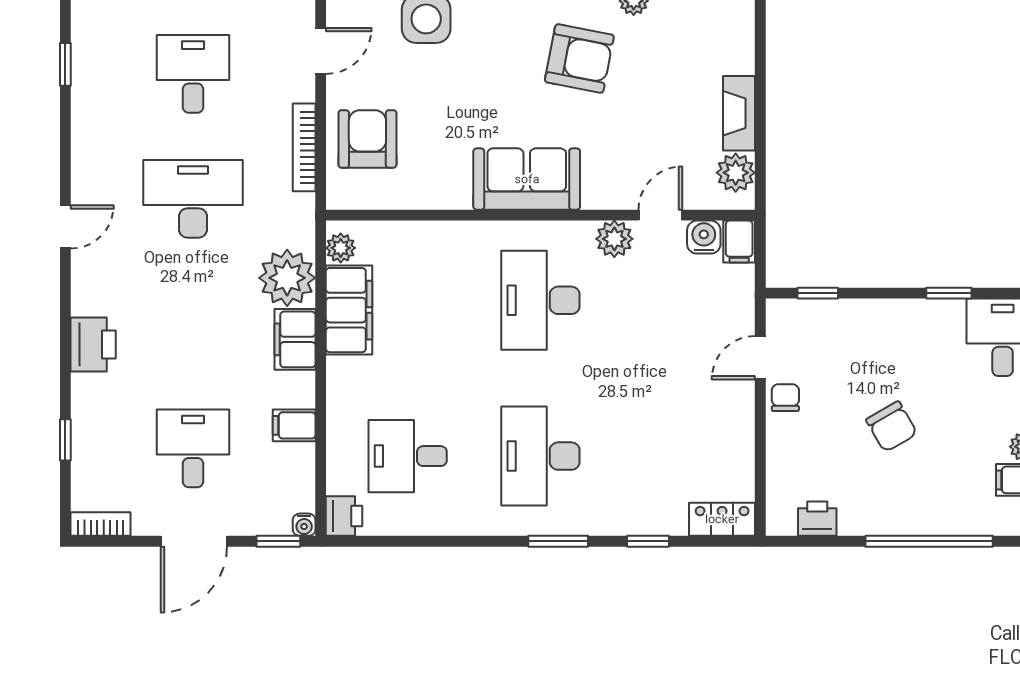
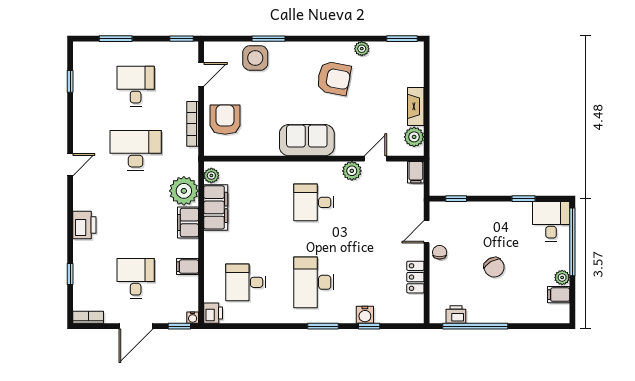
water cooler: (704, 237) -> (365, 315), moved, turned 180
desk: (540, 300) -> (314, 202), width x0.73
locker: (722, 519) -> (415, 277), moved, turned -90
window: (929, 541) -> (475, 326), moved

